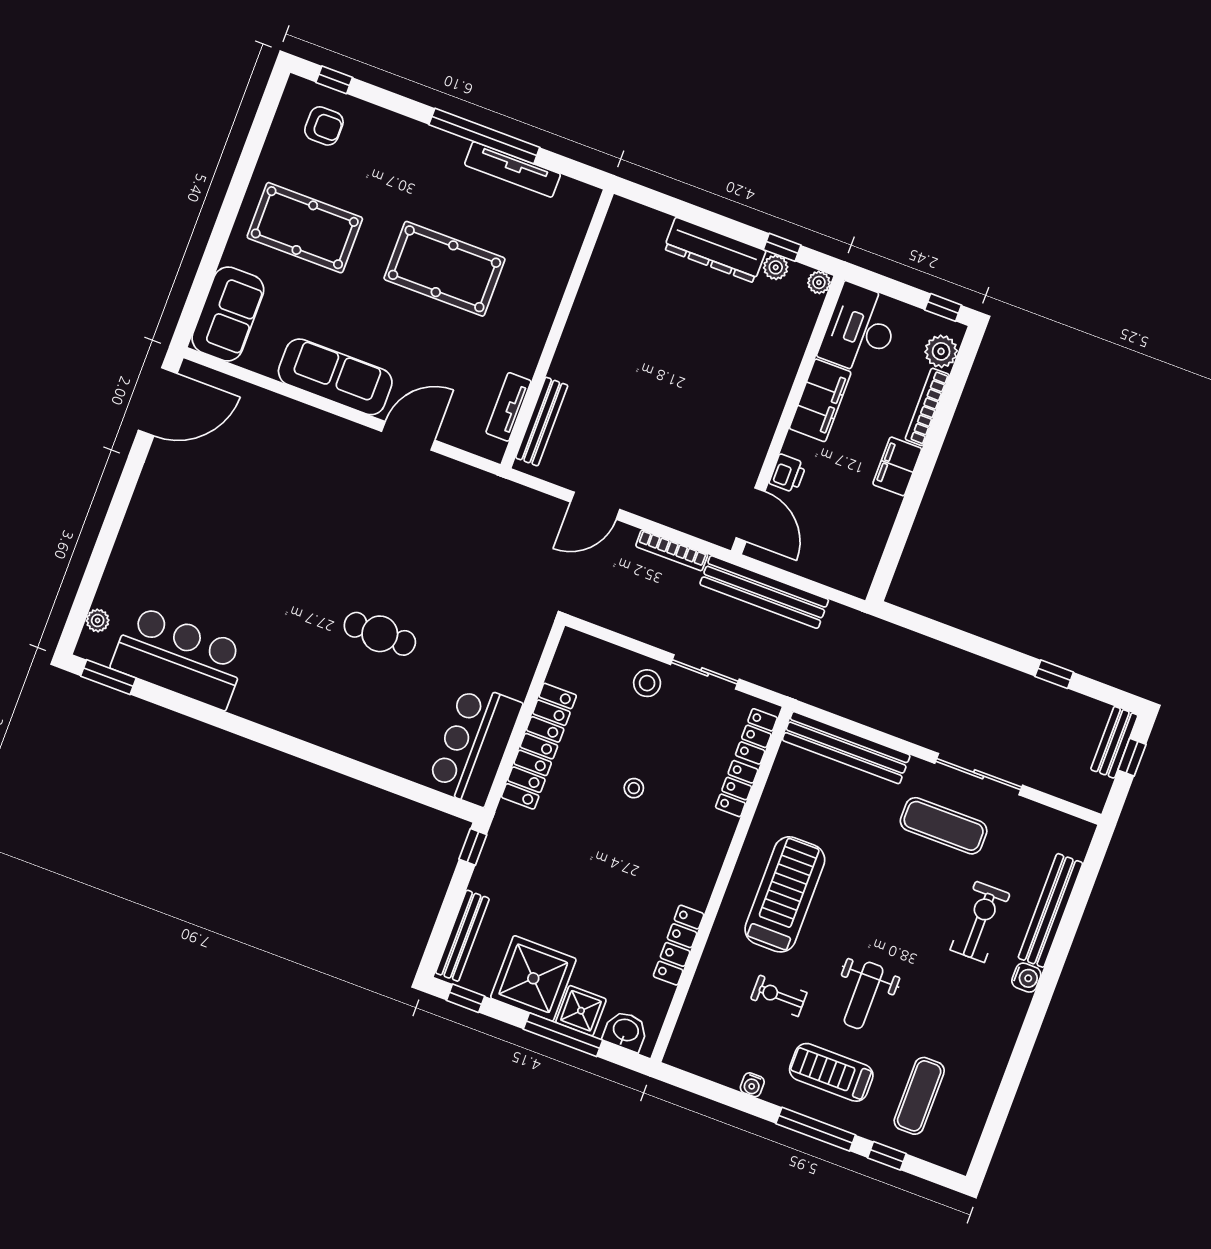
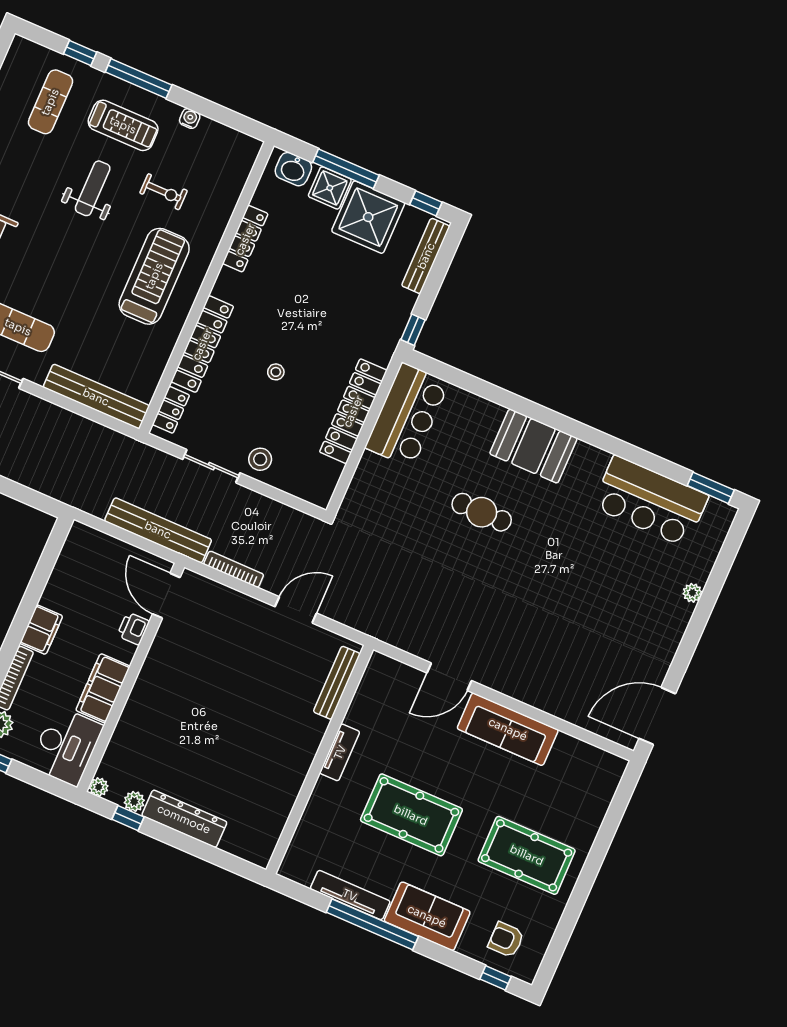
sofa: (228, 314) -> (427, 916), moved, turned 90
tv unit: (509, 407) -> (340, 752), moved
plant: (98, 620) -> (692, 593), moved
booth: (322, 716) -> (533, 446), added
locker: (737, 789) -> (202, 344), width x2.16, depth x1.21
treadmill: (785, 894) -> (154, 276), turned 180

